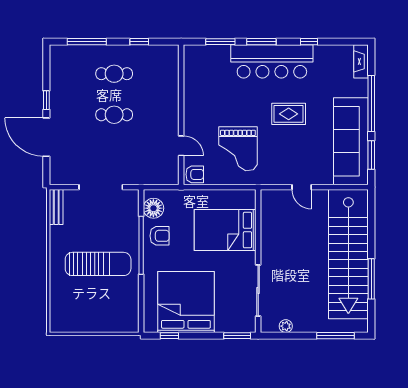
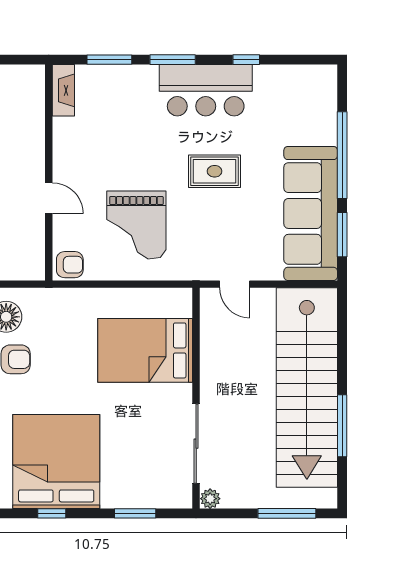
bar counter: (272, 61) -> (206, 90), width x0.73
fireplace: (361, 61) -> (63, 90), moved, turned 180
door: (181, 146) -> (49, 198), moved
bed: (225, 230) -> (145, 350), moved
wall: (258, 261) -> (196, 398), moved
sliding door: (258, 290) -> (196, 444), moved
window: (169, 336) -> (52, 513), moved

